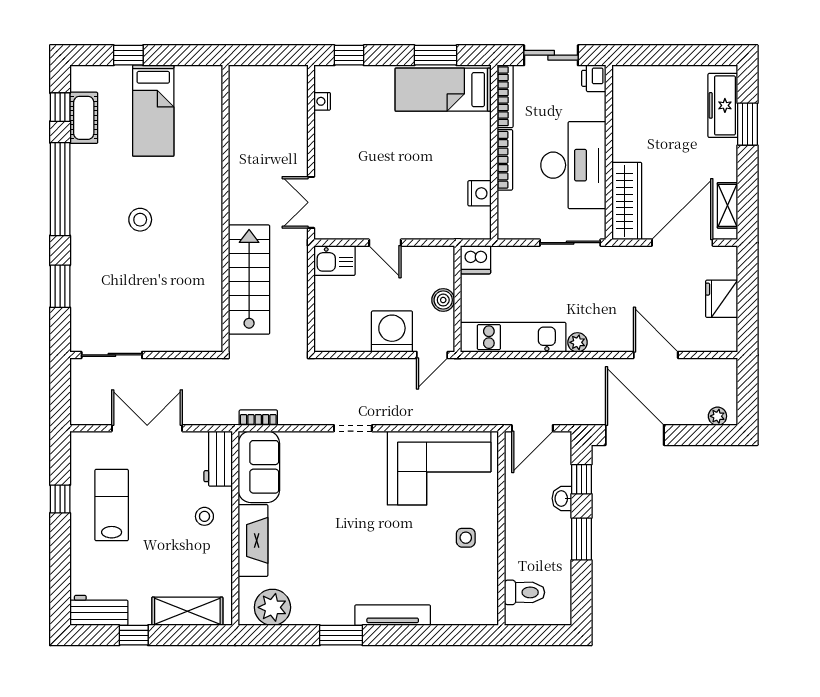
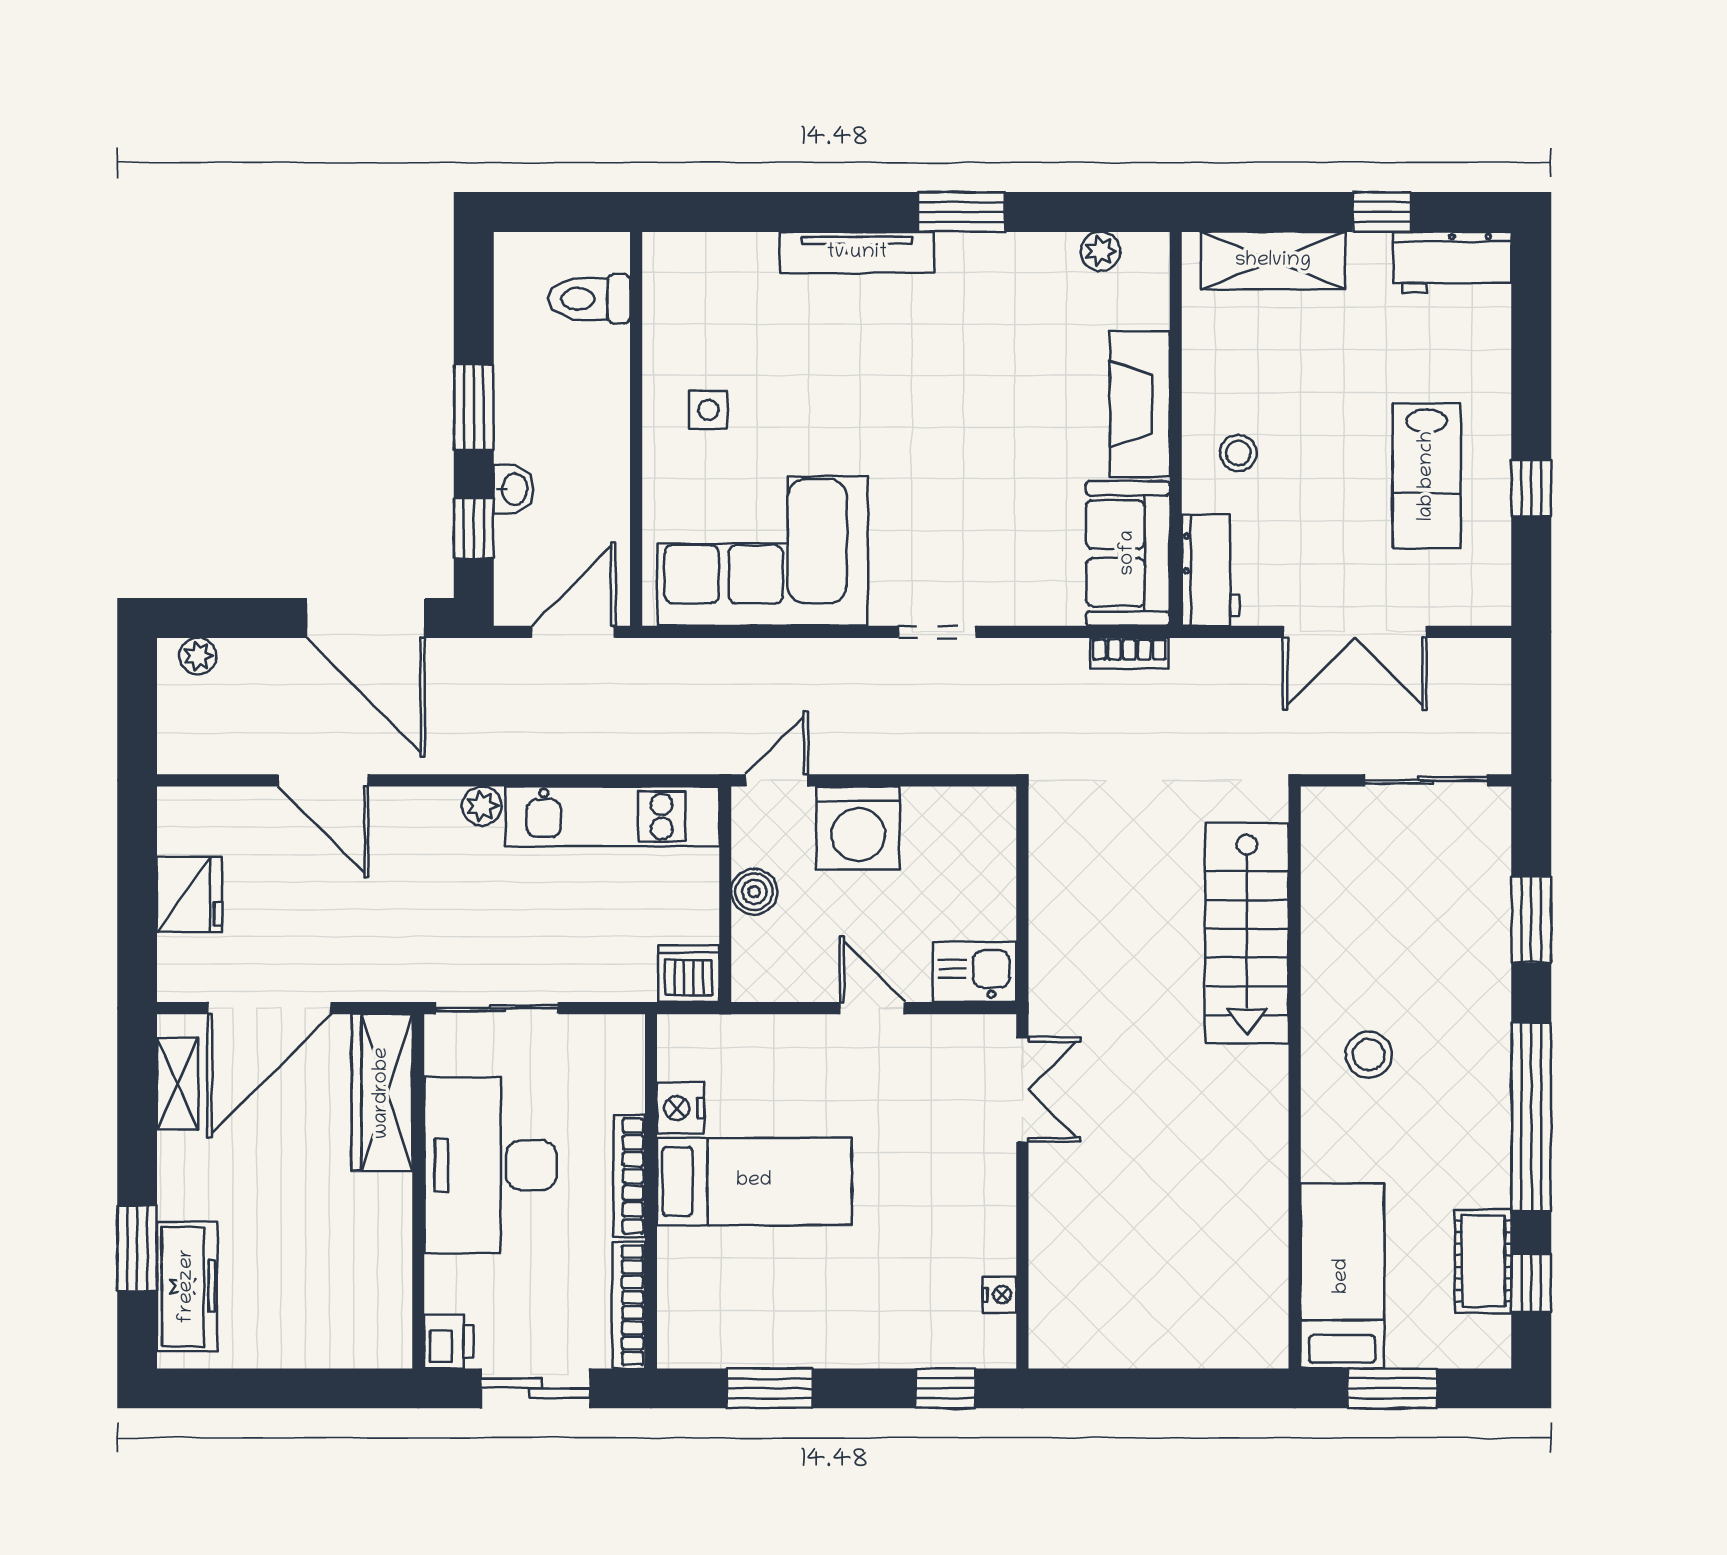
window: (128, 55) -> (1393, 1388), width x1.50
bed: (443, 90) -> (754, 1181), moved
wall: (226, 208) -> (1295, 1077), moved
stairs: (249, 280) -> (1247, 933), moved
plant: (272, 607) -> (1101, 251), width x0.53, depth x0.53

